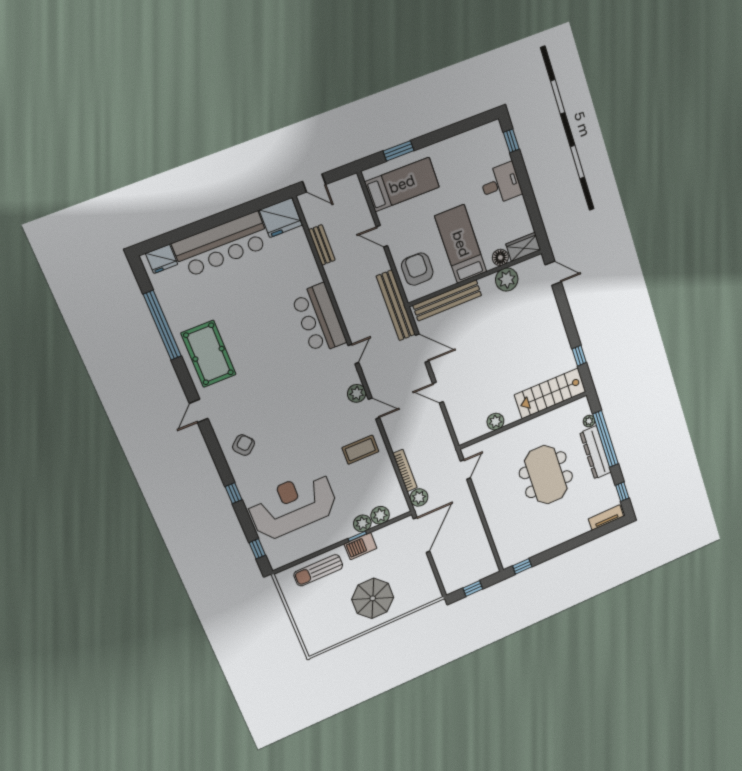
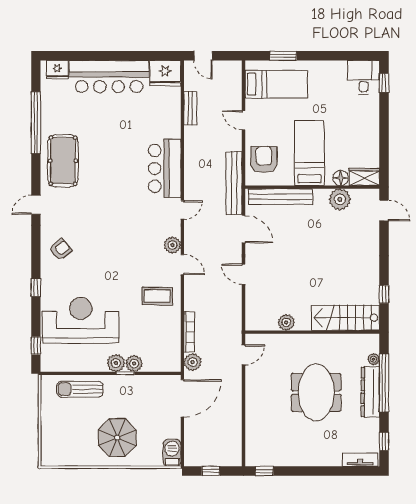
desk: (501, 184) -> (364, 77), moved, turned -90
plant: (380, 515) -> (116, 363), moved
barbecue: (360, 546) -> (172, 453), moved, turned 90

